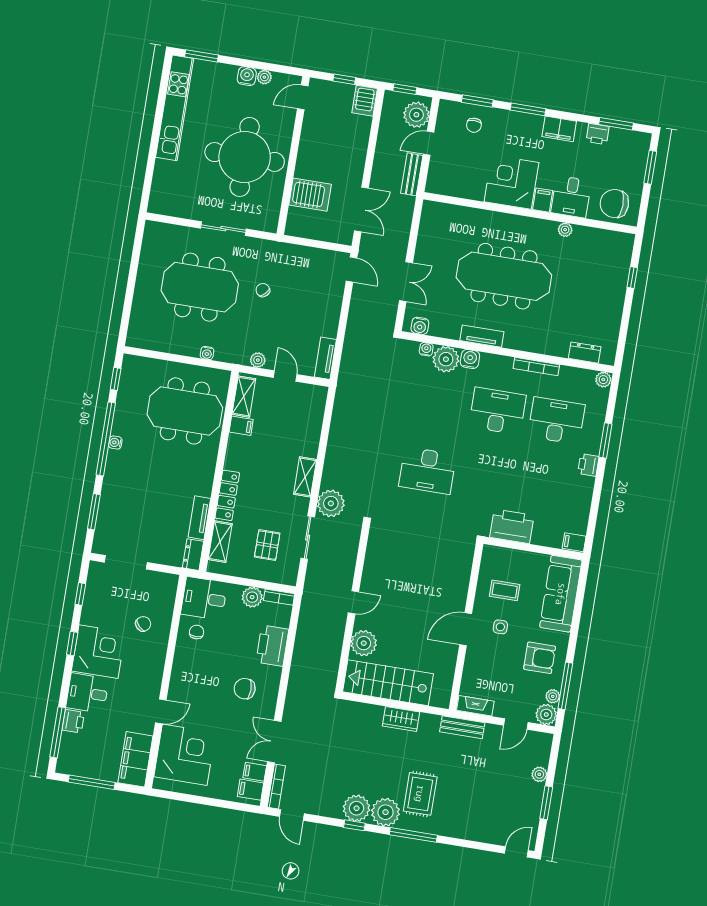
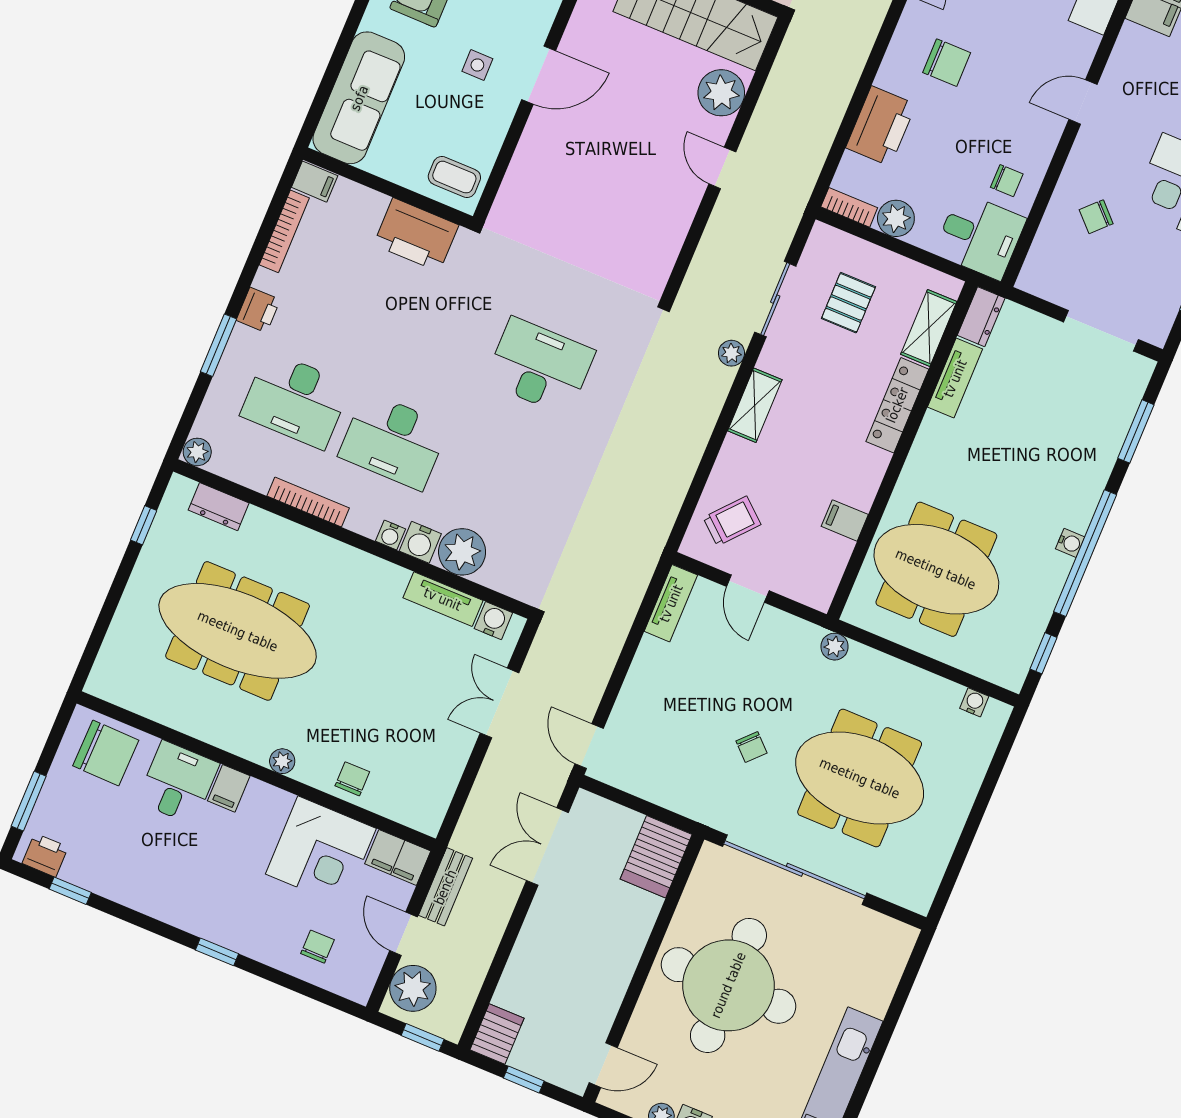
window: (477, 101) -> (302, 987), removed
window: (528, 109) -> (217, 952), width x0.67
window: (616, 124) -> (70, 891), width x0.67
filing cabinet: (559, 129) -> (398, 857), moved, turned 180
printer: (598, 134) -> (45, 855), moved
door: (429, 143) -> (404, 934), swing flipped
corner desk: (511, 182) -> (321, 851), moved
server rack: (310, 195) -> (656, 857), moved, turned -90
chair: (477, 221) -> (352, 779), added
sliding door: (223, 229) -> (795, 870), width x1.86
plant: (565, 230) -> (282, 761), moved
meeting table: (504, 276) -> (238, 631), moved
window: (632, 278) -> (144, 525), moved
tv unit: (482, 336) -> (443, 599), moved
water cooler: (426, 349) -> (391, 535), moved
water cooler: (207, 353) -> (974, 702), moved
plant: (258, 360) -> (834, 647), moved
shelving: (244, 397) -> (828, 570), removed
trolley: (303, 411) -> (732, 521), added
plant: (331, 503) -> (731, 353), width x0.53, depth x0.53
bookcase: (584, 511) -> (284, 231), added
coffee table: (505, 590) -> (454, 177), moved
door: (353, 602) -> (722, 168), hinge flipped
chair: (197, 632) -> (1007, 181), turned -90
door: (161, 711) -> (1083, 102), moved

